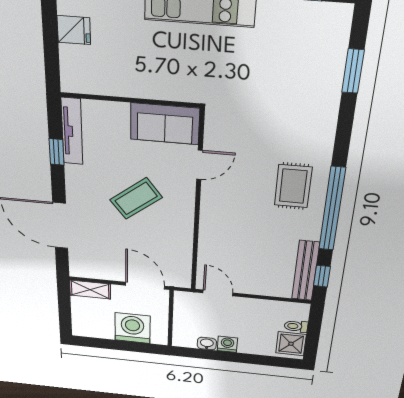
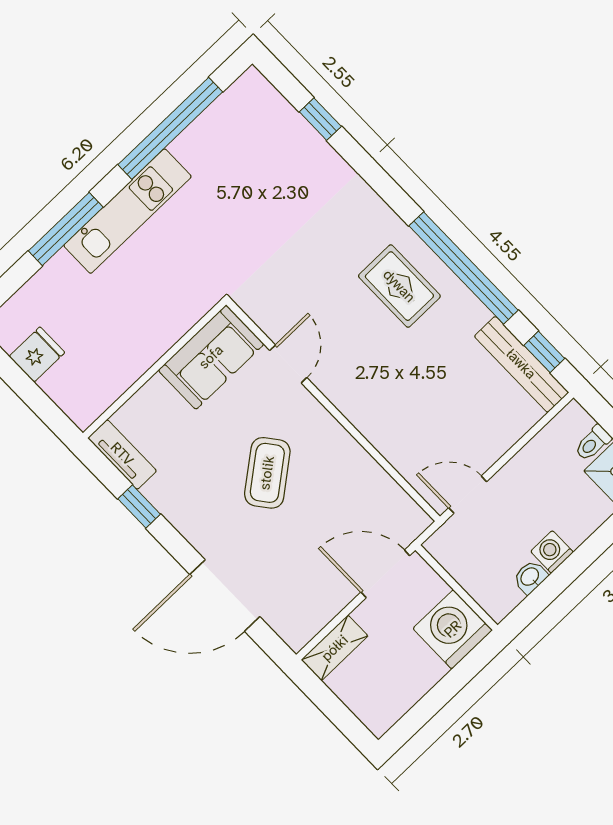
window: (353, 71) -> (320, 119), width x0.67
tv unit: (72, 131) -> (122, 454), width x0.71
washing machine: (132, 328) -> (453, 629), moved

